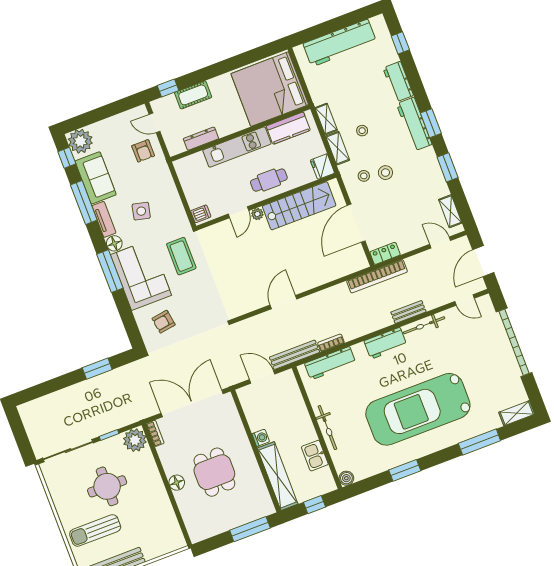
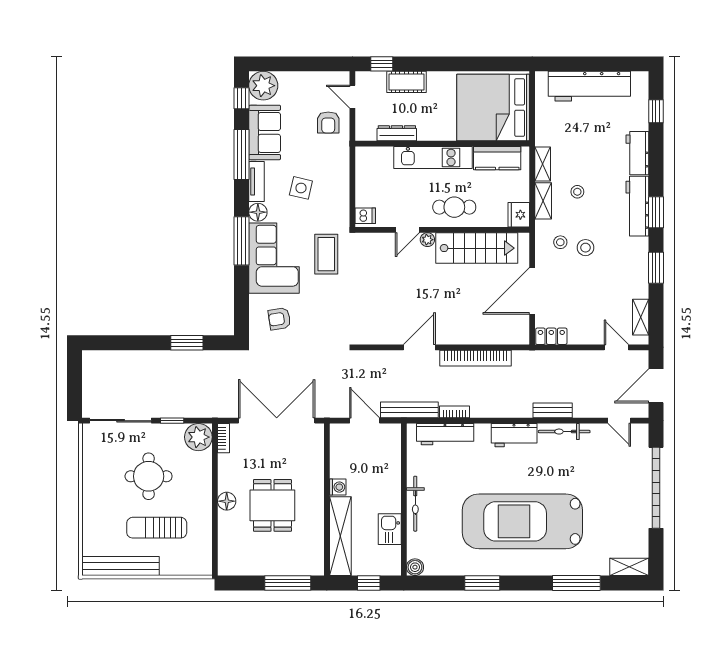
bookcase: (377, 276) -> (475, 358), moved
sun lounger: (95, 530) -> (157, 528), moved

